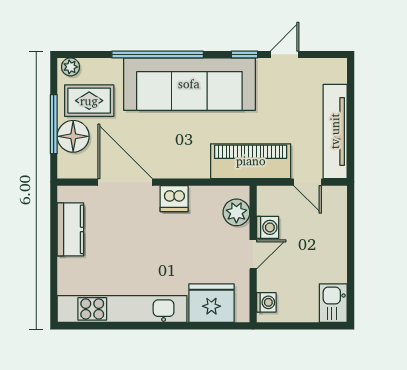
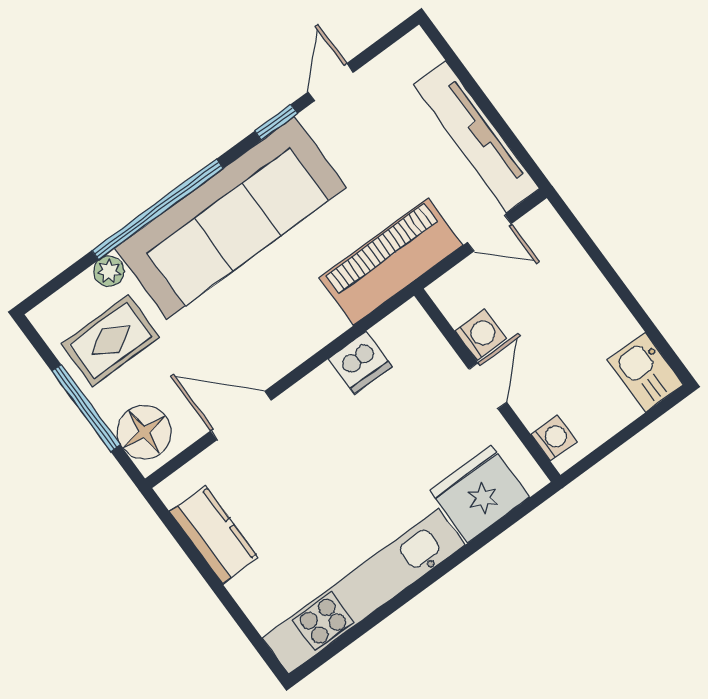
plant: (70, 67) -> (109, 271), moved
floor lamp: (73, 136) -> (144, 432), moved
door: (125, 182) -> (241, 416), width x0.73
dishwasher: (174, 199) -> (360, 362), moved
plant: (236, 212) -> (423, 345), removed

